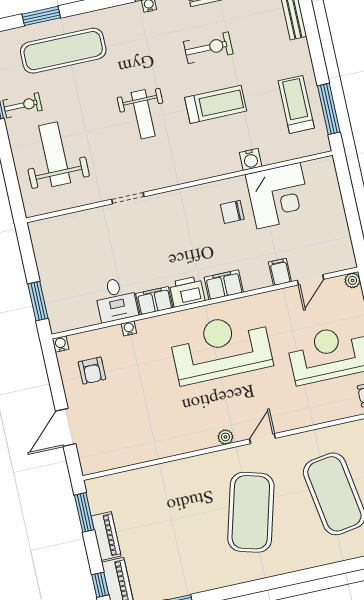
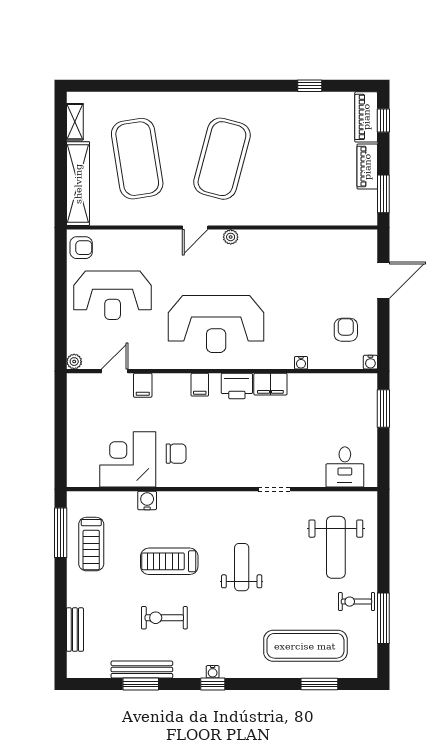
filing cabinet: (224, 285) -> (200, 385), width x0.50
desk: (116, 300) -> (345, 467), moved, turned 180

